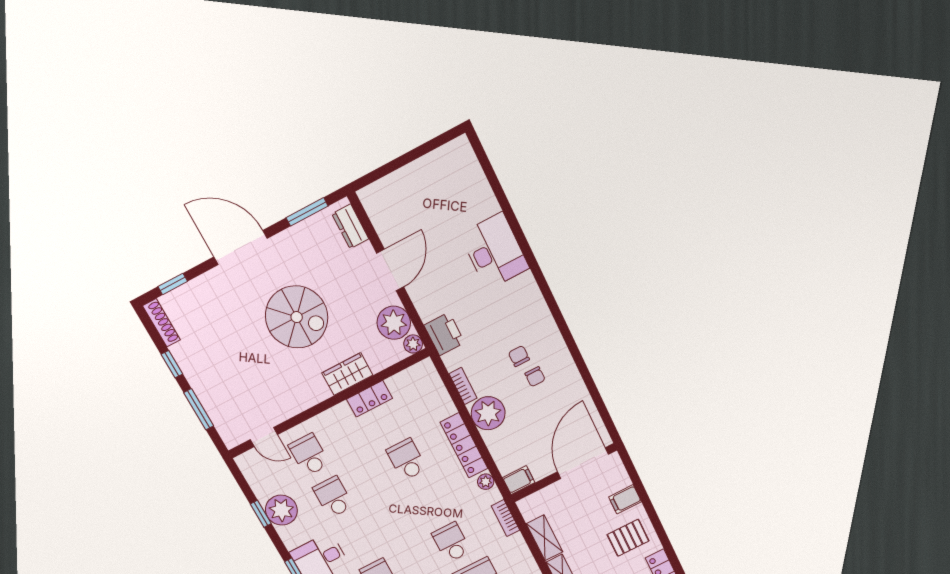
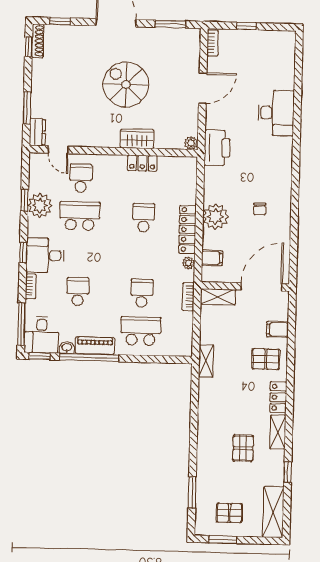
window: (401, 162) -> (246, 26), added
dresser: (350, 226) -> (37, 132), moved, turned 180
spiral stairs: (297, 317) -> (126, 85), turned 180
plant: (394, 323) -> (186, 122), removed
printer: (444, 334) -> (217, 148), width x1.37, depth x1.19
chair: (519, 356) -> (256, 189), removed
window: (172, 364) -> (29, 47), moved
bookcase: (463, 386) -> (213, 43), moved
filing cabinet: (519, 480) -> (212, 258), moved
school desk: (333, 497) -> (80, 216), width x1.85
shelving: (545, 538) -> (218, 297), moved, turned 90

